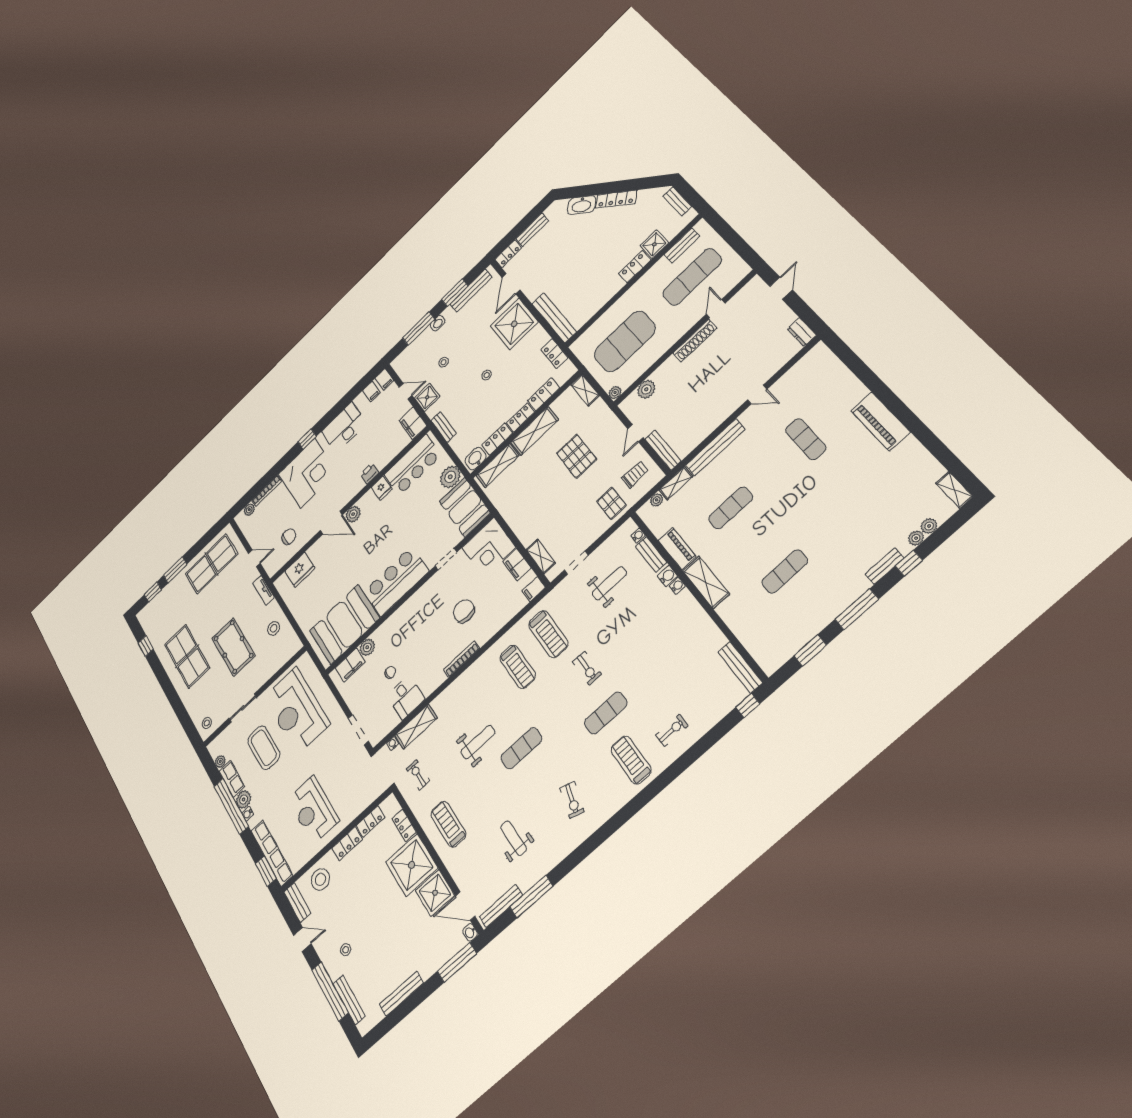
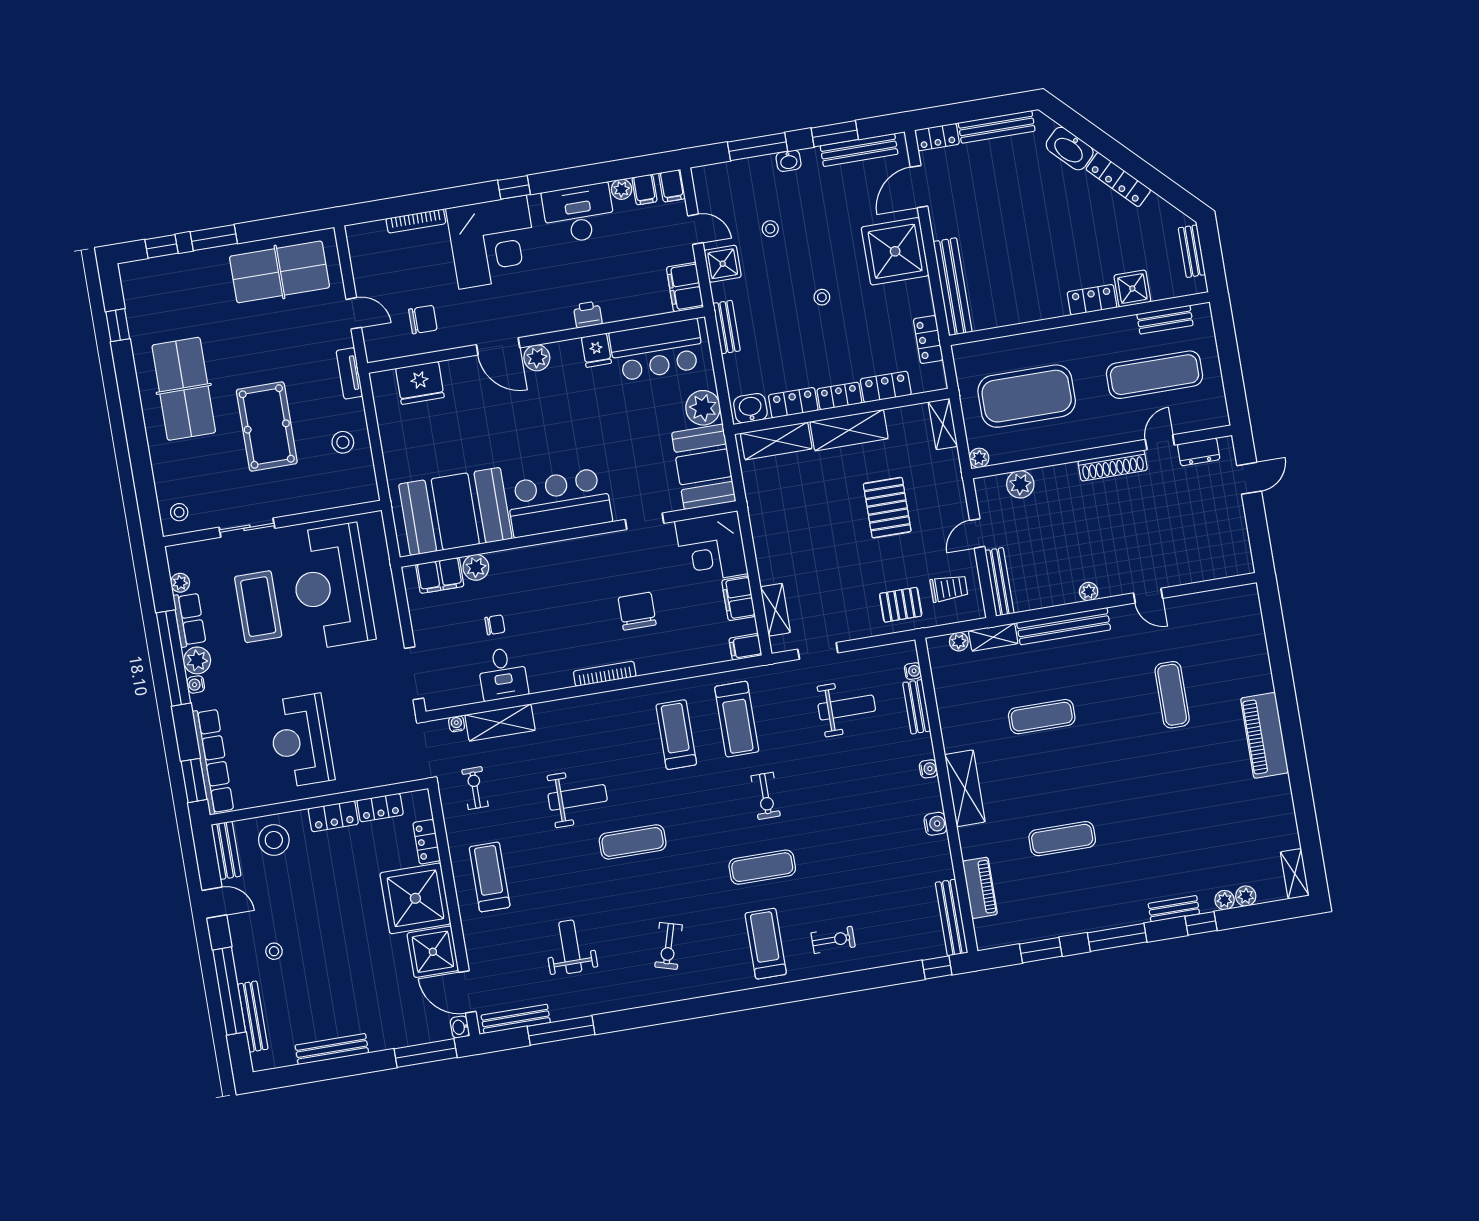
bench: (532, 230) -> (997, 127), width x1.36
dresser: (802, 332) -> (1199, 452), moved, turned -90
plant: (719, 418) -> (1089, 592), added
pallet: (611, 503) -> (901, 605), turned 90
plant: (249, 510) -> (622, 189), moved
piano: (677, 548) -> (980, 888), moved
water cooler: (667, 576) -> (935, 824), moved
treadmill: (518, 667) -> (676, 735), turned 180

